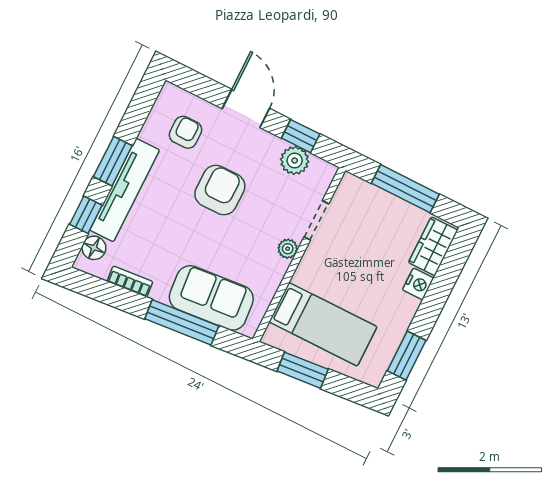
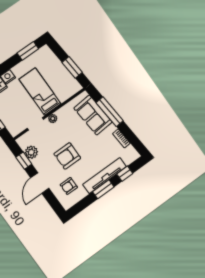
floor lamp: (94, 248) -> (128, 159), removed
bed: (323, 324) -> (40, 91), moved

